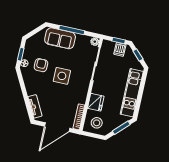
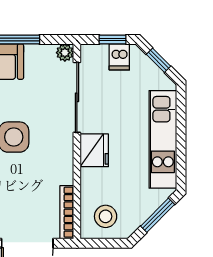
fridge: (96, 102) -> (94, 150), moved

